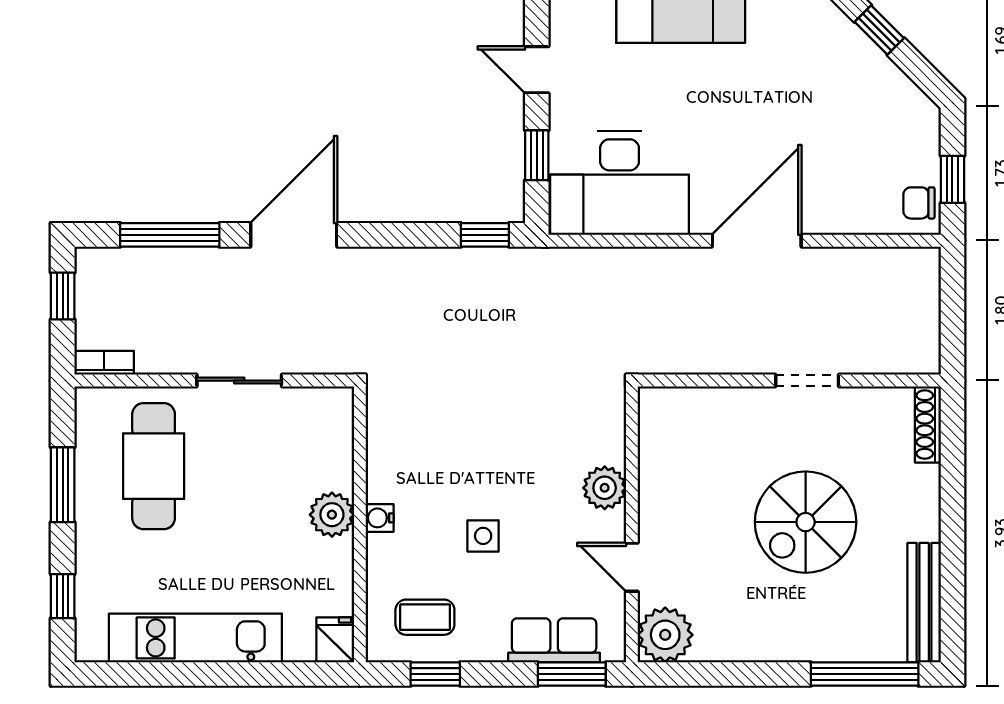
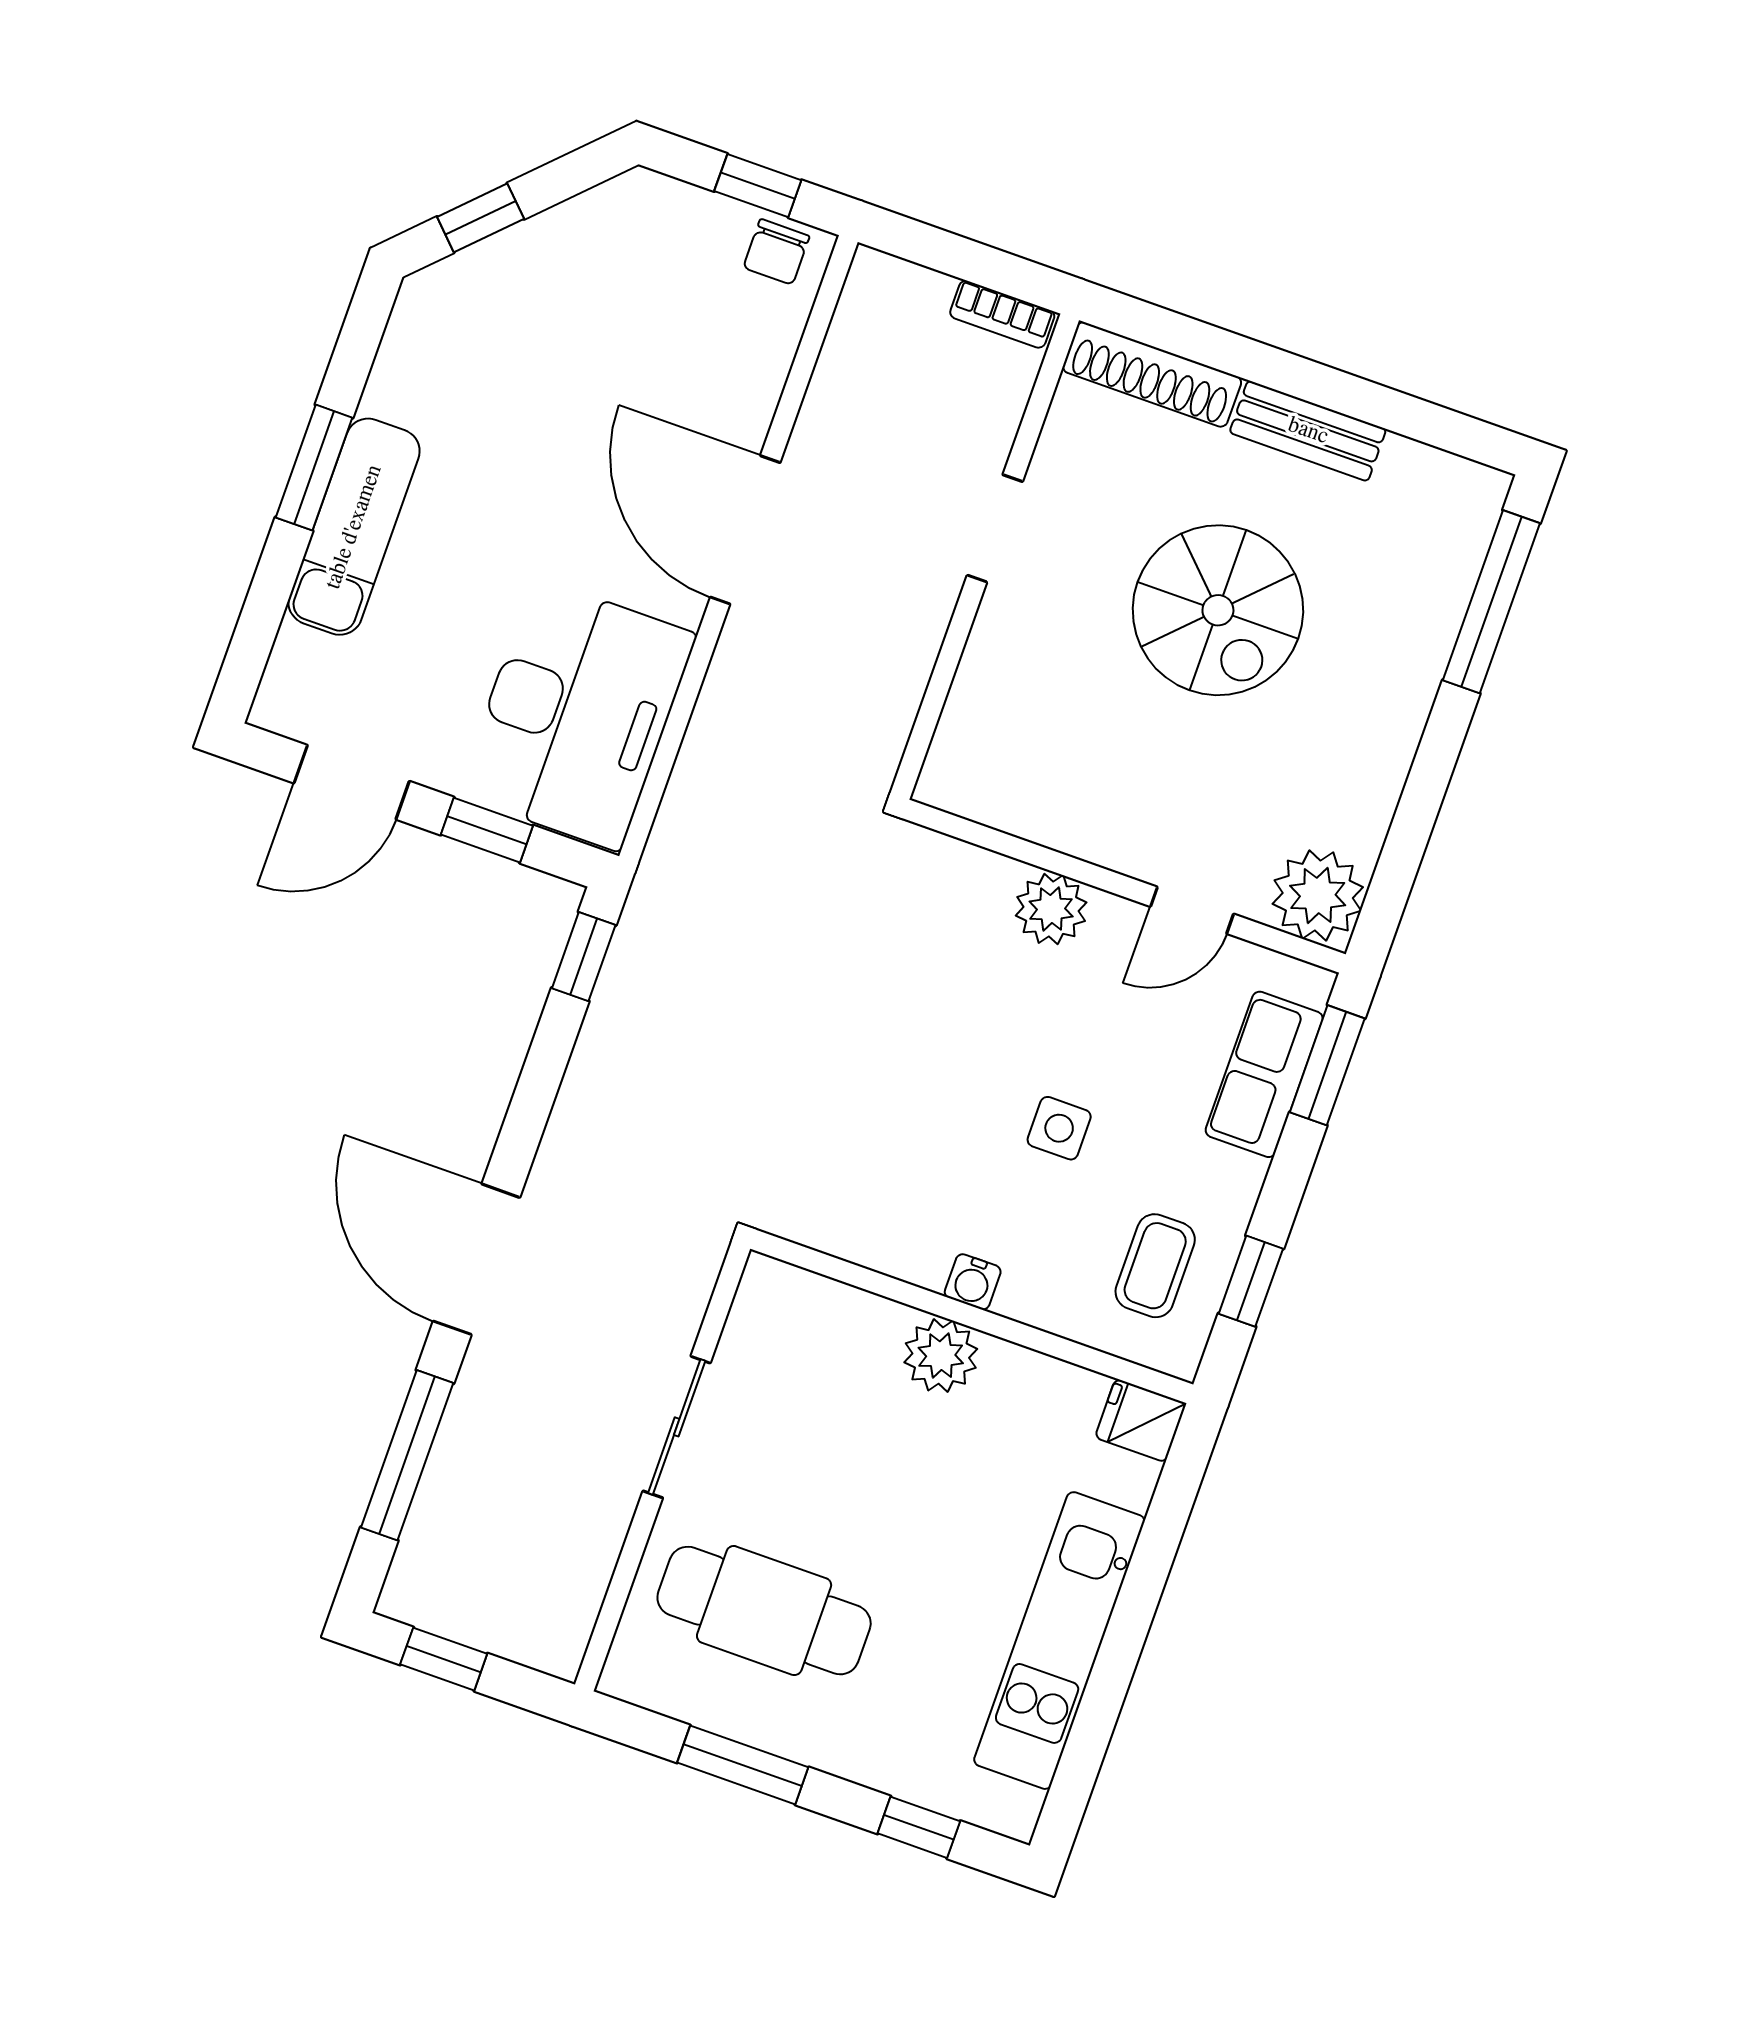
door: (537, 70) -> (352, 782), width x1.38
bookcase: (104, 363) -> (1002, 314), moved, turned -90
shoe rack: (928, 424) -> (1152, 374), width x1.36, depth x1.24
bench: (924, 603) -> (1308, 431), moved, width x0.73

